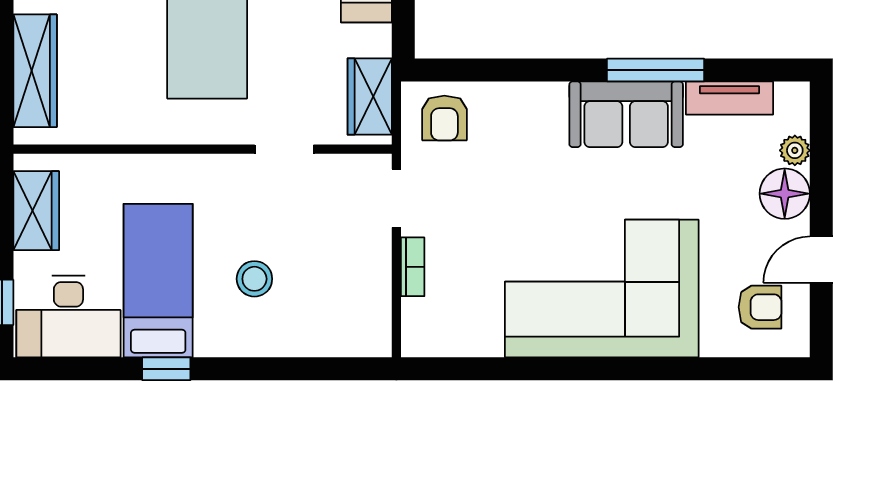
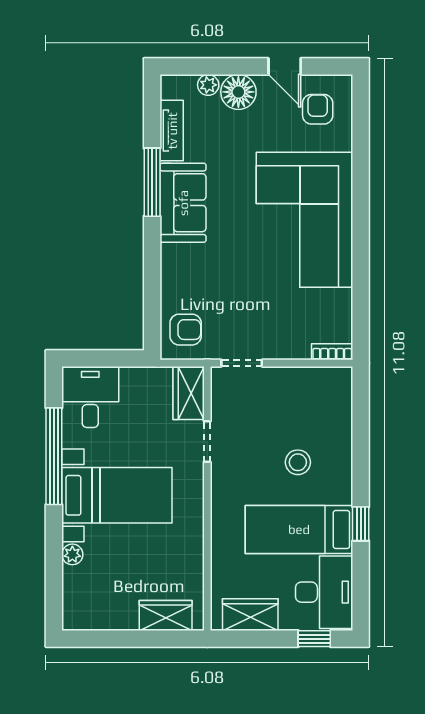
wardrobe: (35, 71) -> (166, 615), width x0.67
wardrobe: (370, 97) -> (189, 393), moved, turned 90
bookcase: (413, 267) -> (332, 352), moved

